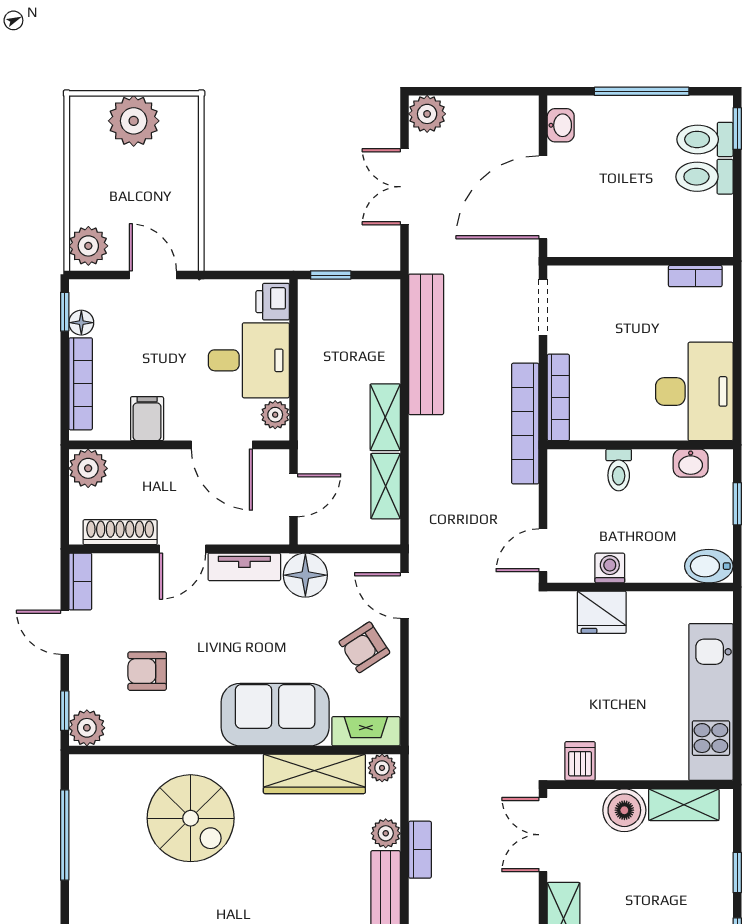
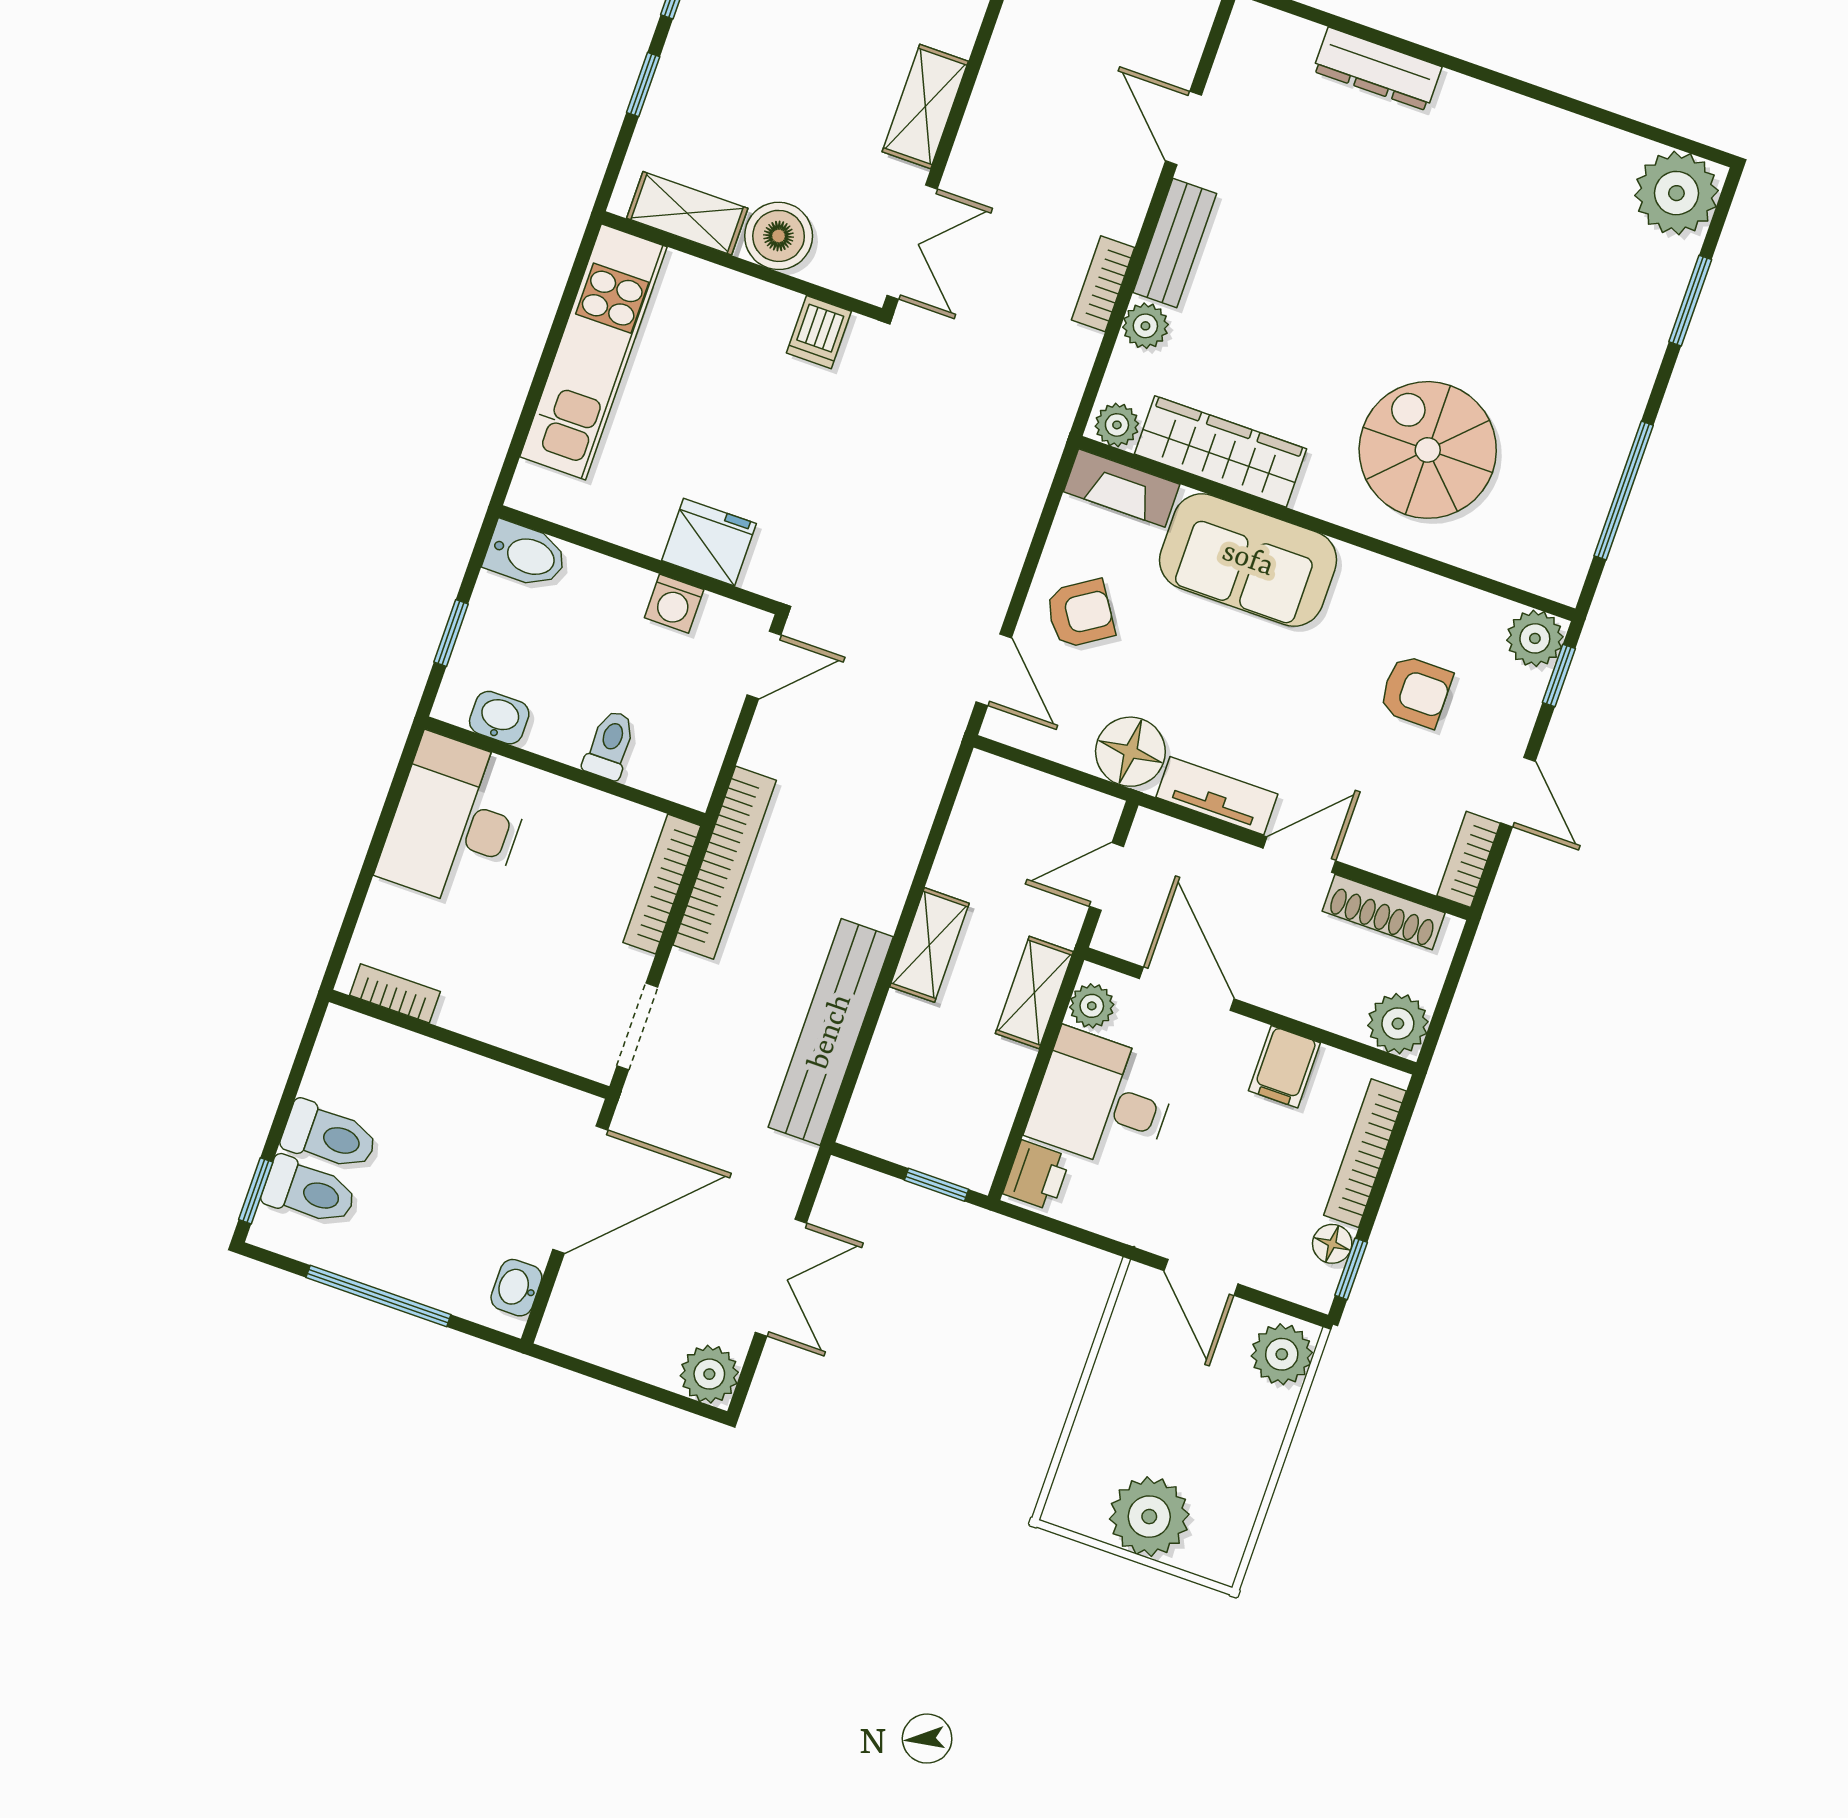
shelving: (386, 486) -> (1034, 993), moved

